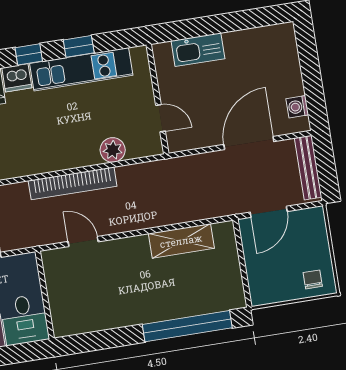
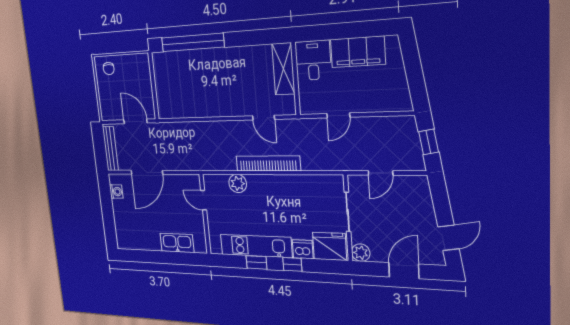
door: (269, 212) -> (136, 121), hinge flipped
shelving: (181, 241) -> (283, 69), moved, turned 90

